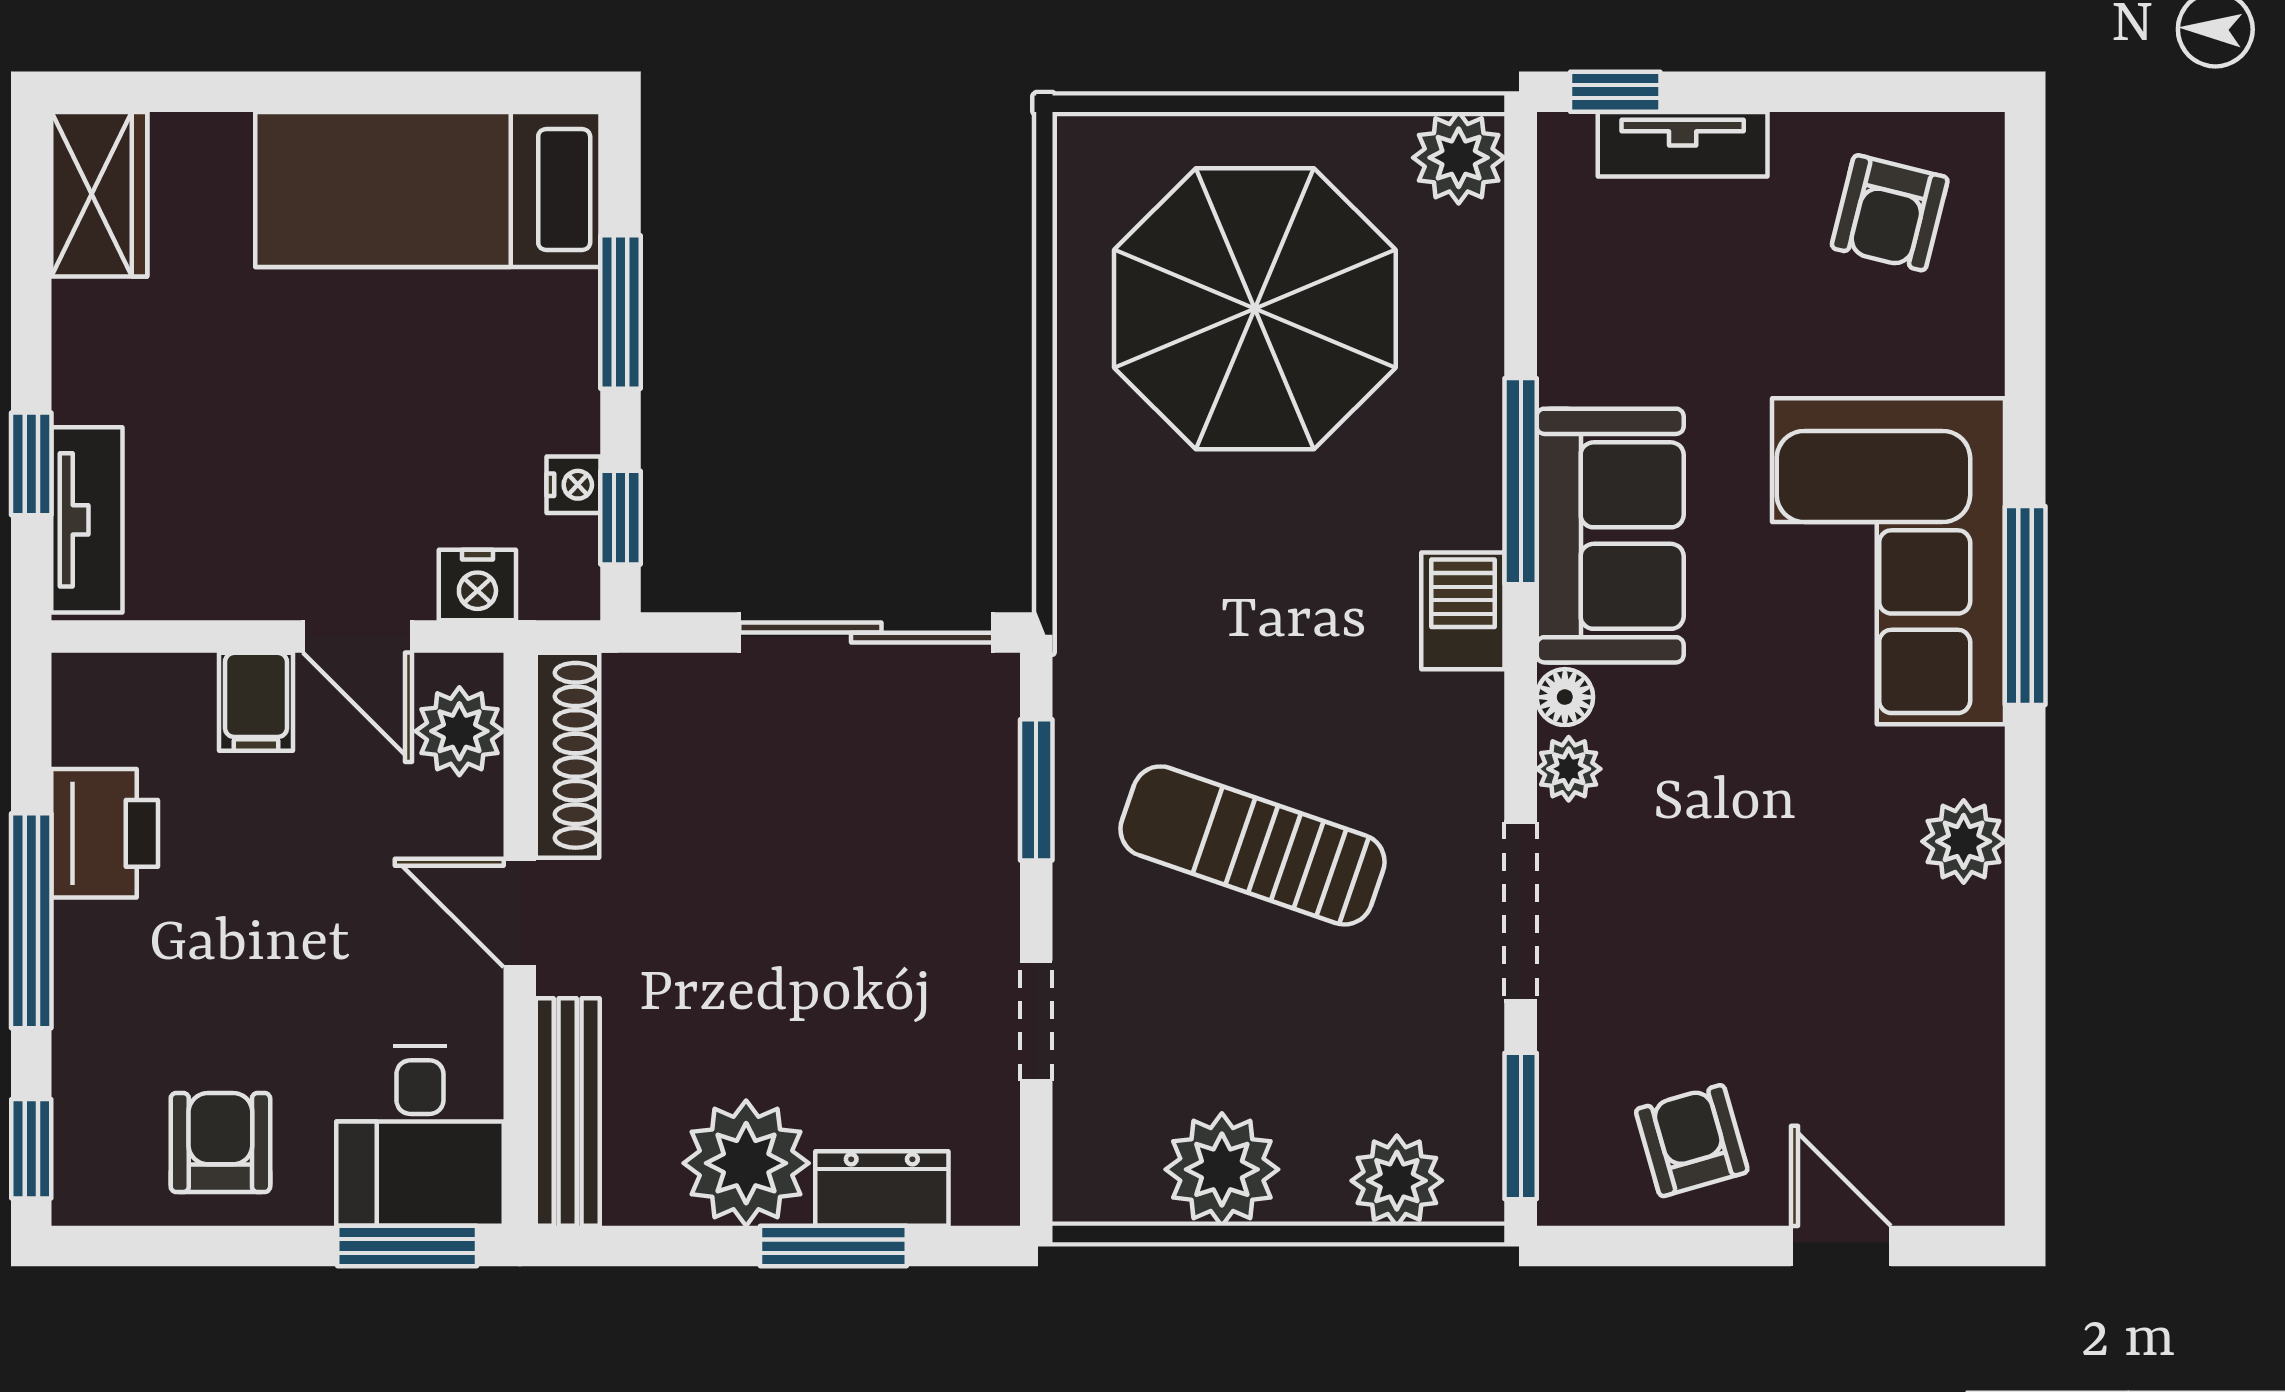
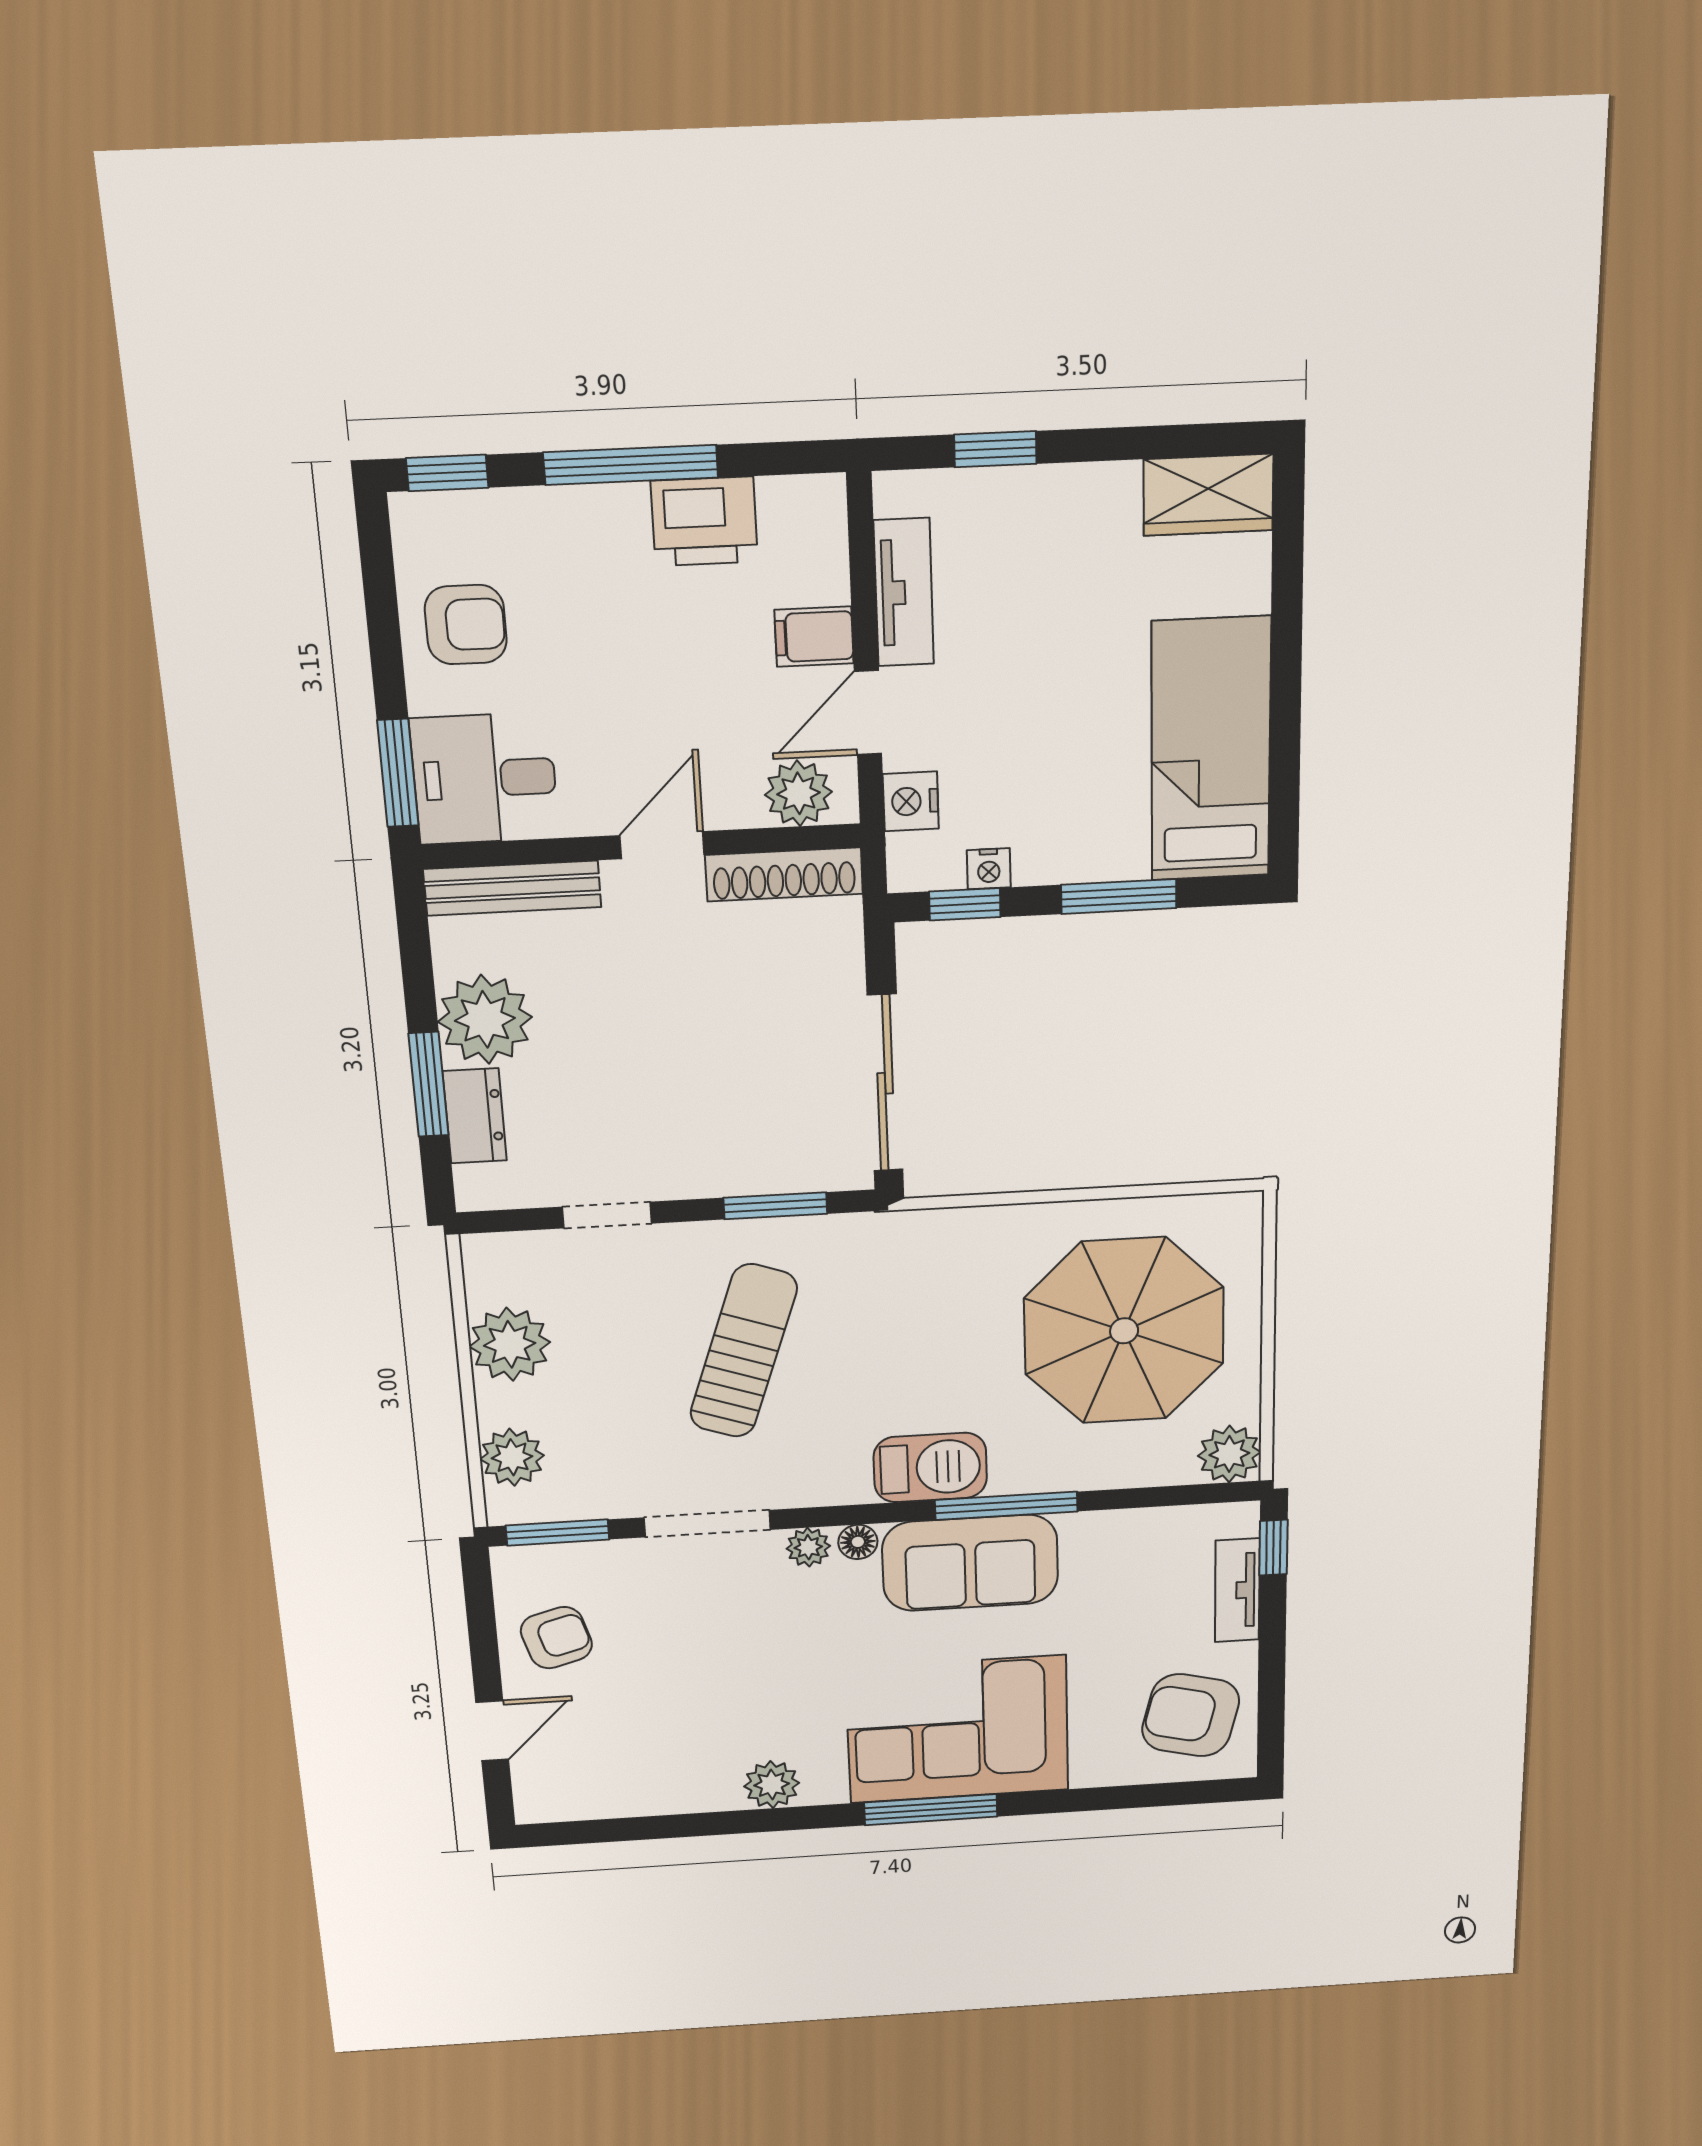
armchair: (1890, 213) -> (1191, 1715), width x1.38, depth x1.38
tv unit: (87, 520) -> (904, 592), moved, turned -90
barbecue: (1463, 611) -> (930, 1468), width x1.38, depth x1.27

